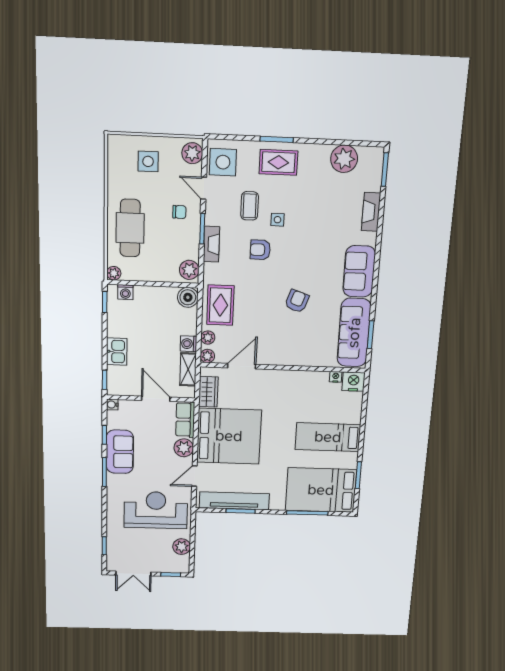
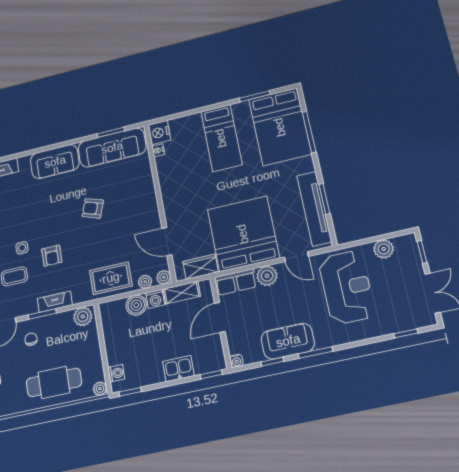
boiler: (188, 297) -> (136, 305), moved
reception desk: (156, 510) -> (347, 287), turned 180

